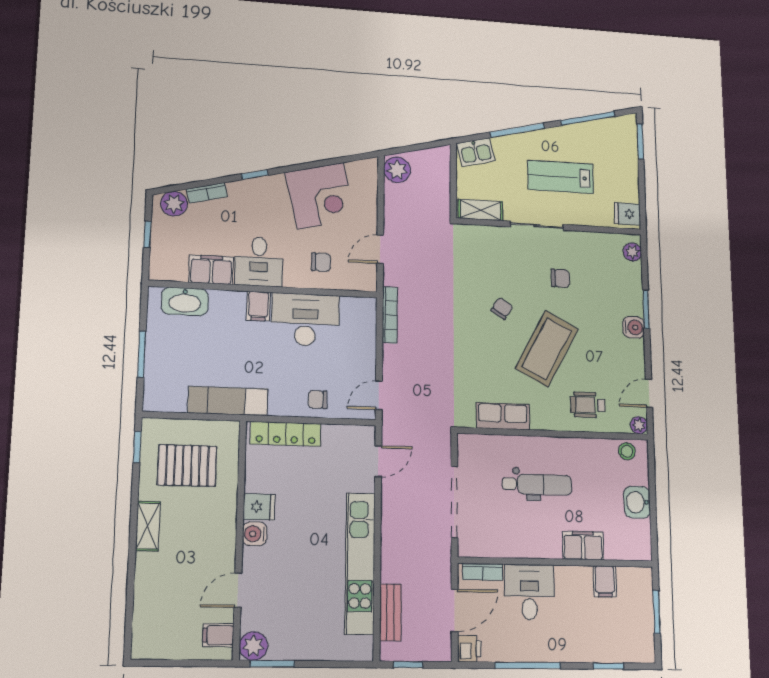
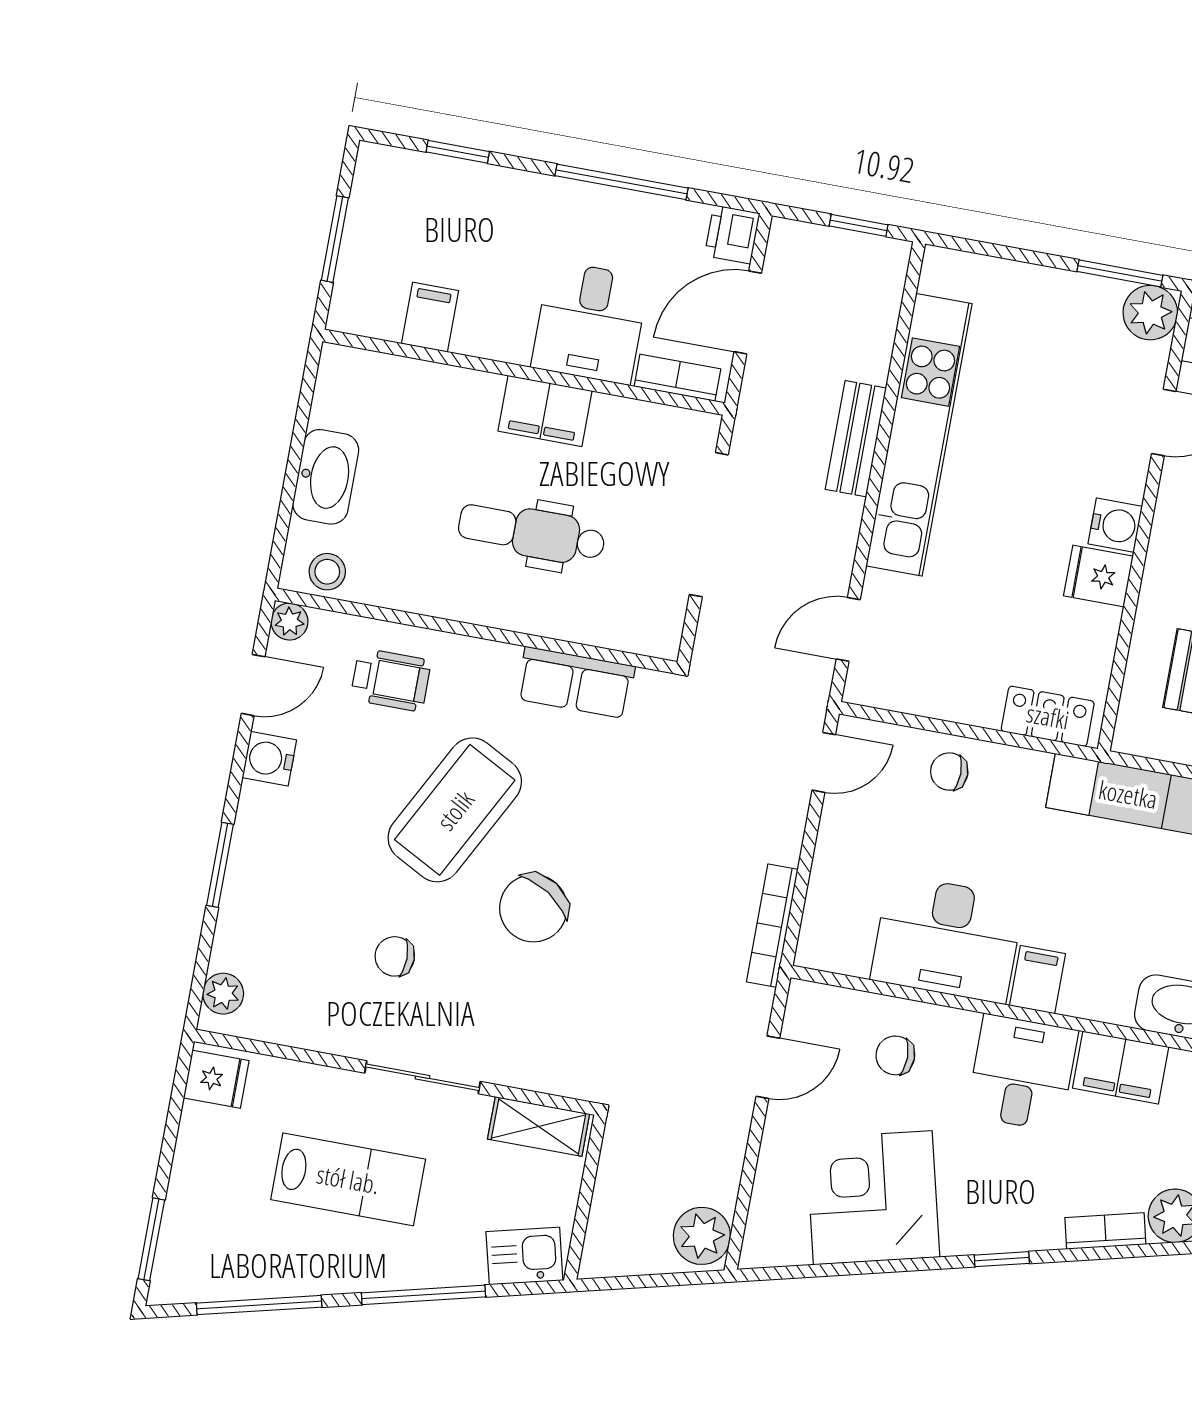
chair: (502, 308) -> (533, 908), width x1.87, depth x1.87
water cooler: (633, 327) -> (269, 759), moved
chair: (318, 400) -> (949, 772), turned 180
locker: (286, 434) -> (1048, 716), width x0.66
washbasin: (637, 502) -> (326, 477), width x1.38
filing cabinet: (583, 546) -> (545, 411), moved
bench: (390, 612) -> (856, 439), moved

